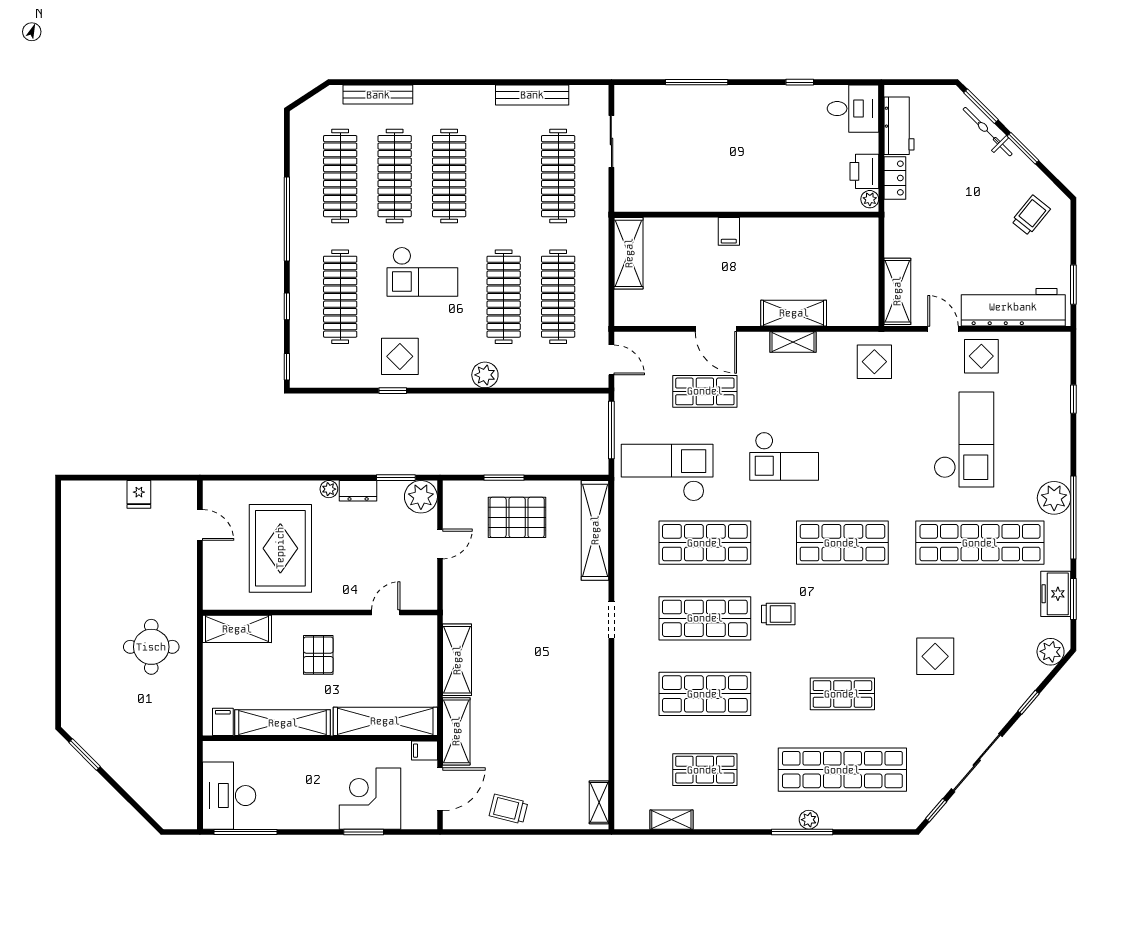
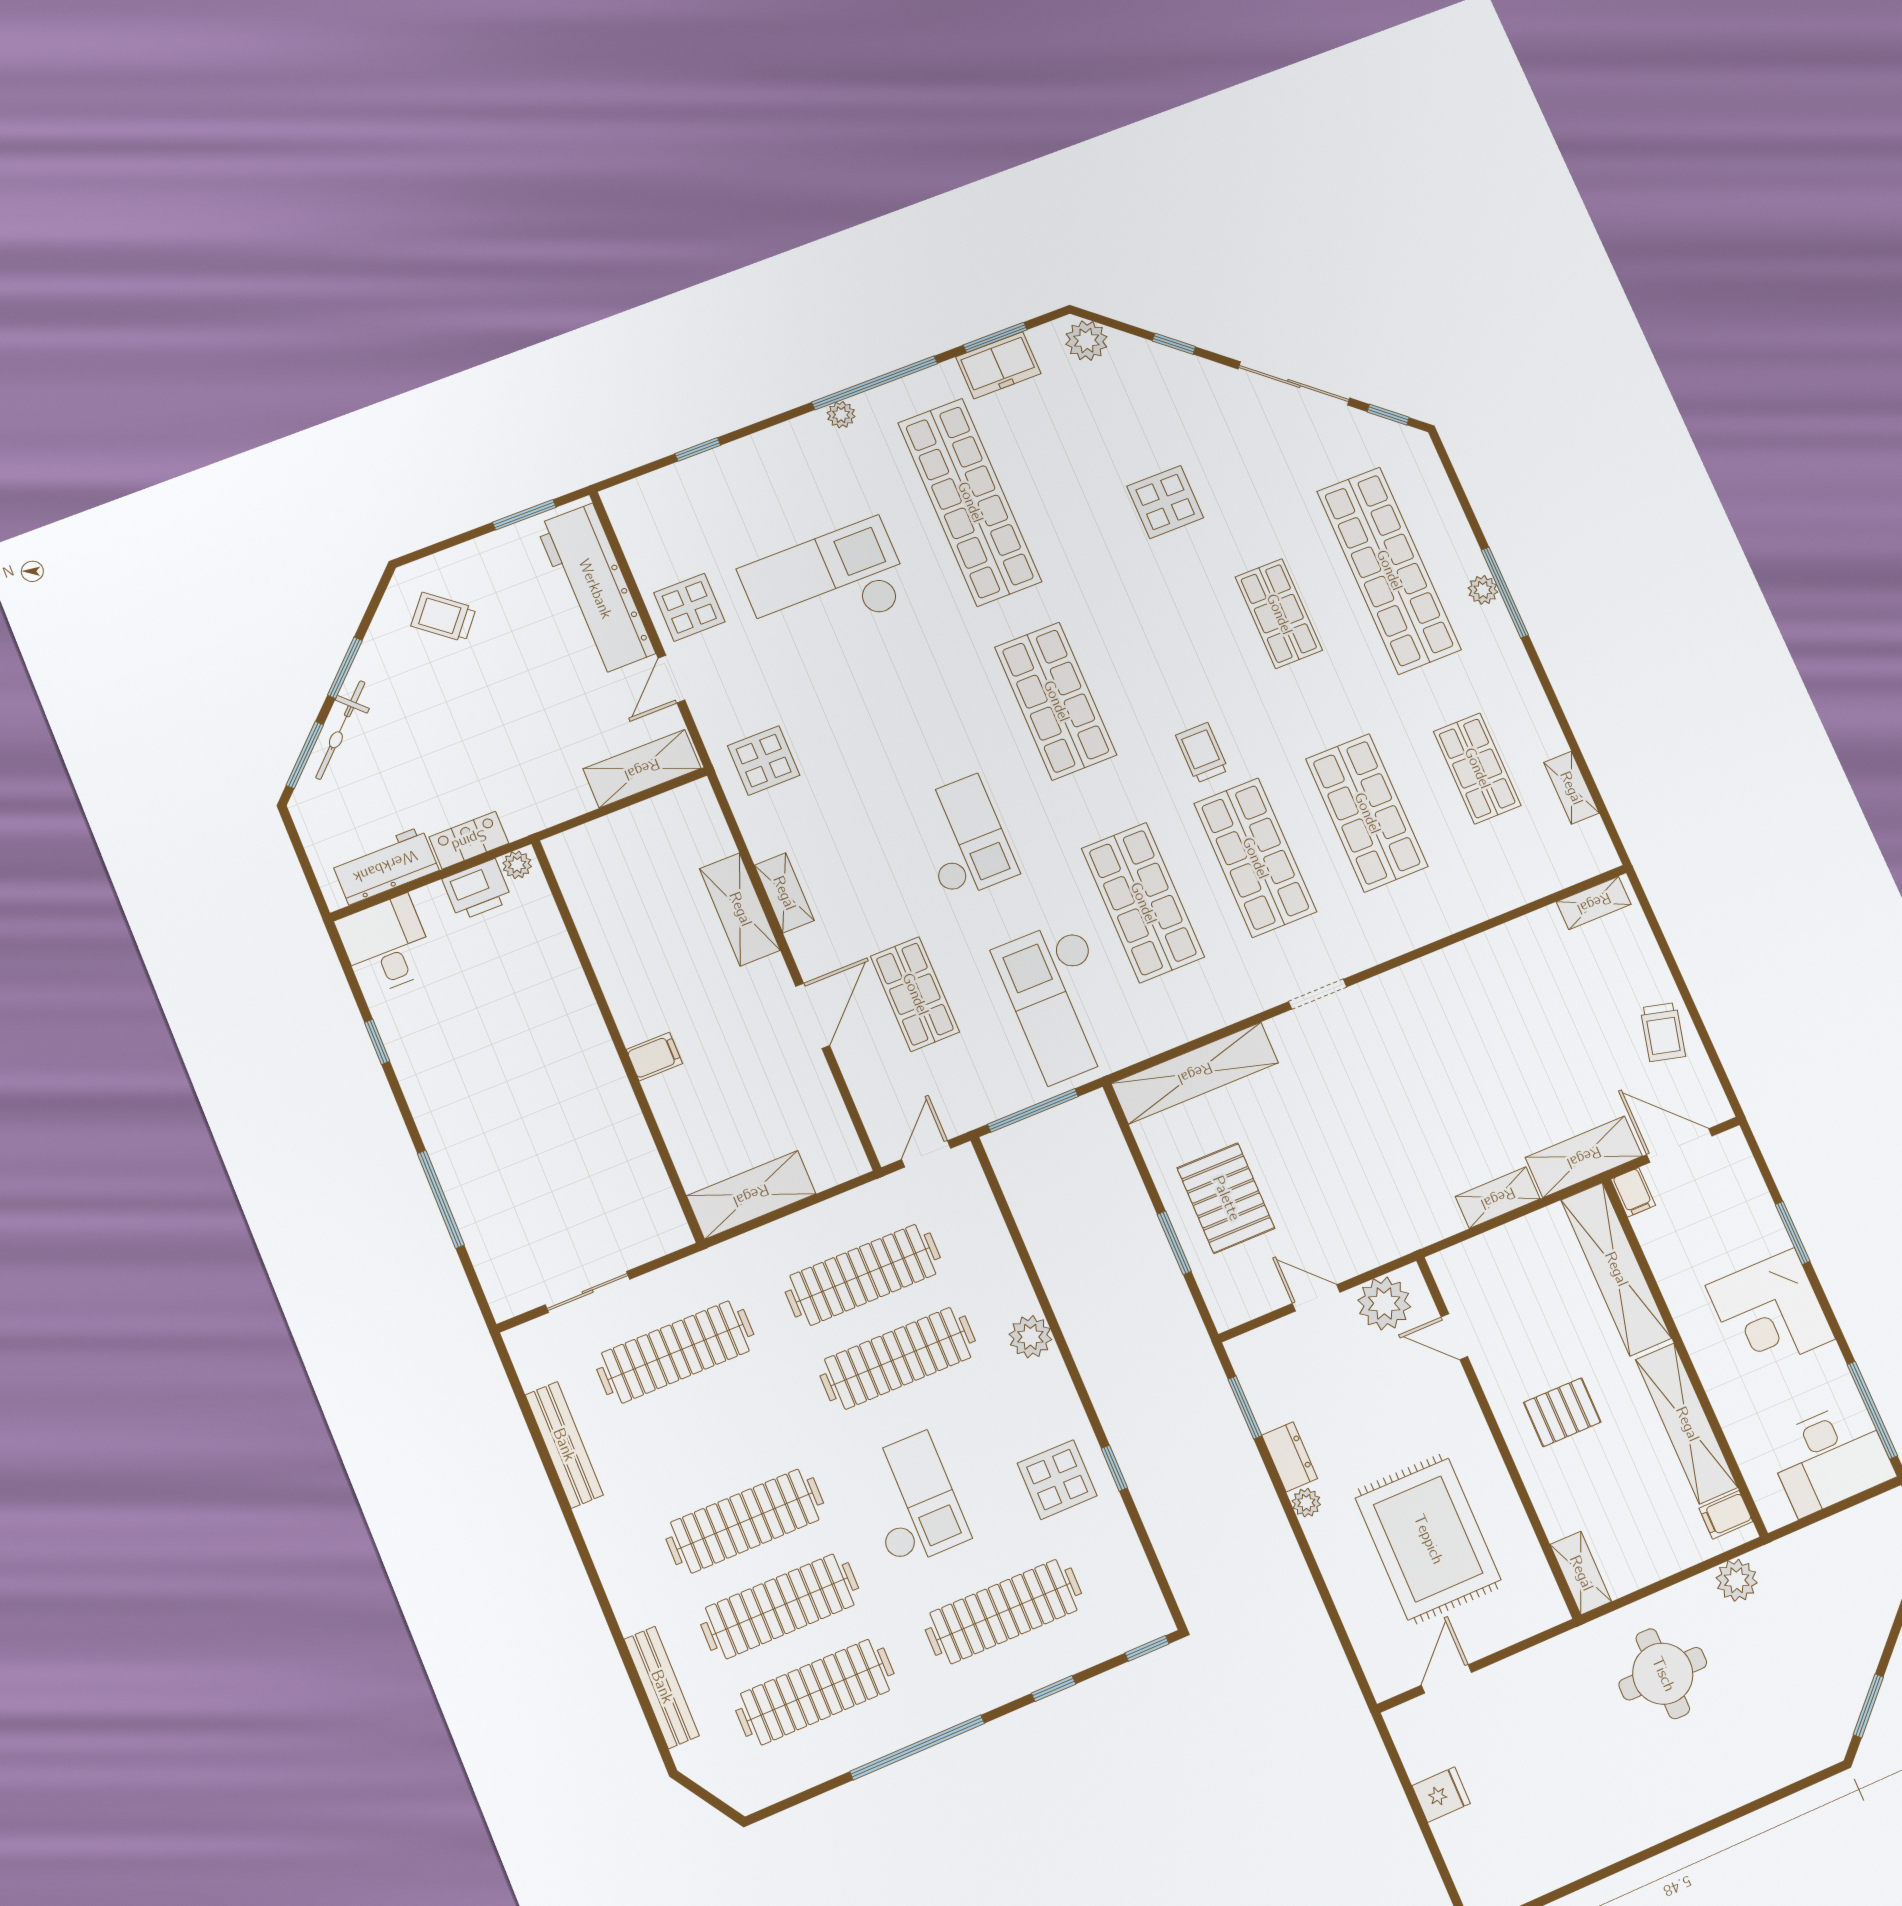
plant: (421, 497) -> (1384, 1303), moved
plant: (1054, 498) -> (841, 415), width x0.53, depth x0.53
rug: (280, 548) -> (1428, 1539), turned 90
shelving: (237, 629) -> (1581, 1573), width x0.67, depth x0.75
shelving: (457, 660) -> (1498, 1198), width x0.67, depth x0.75
plant: (184, 712) -> (1737, 1580), added
corner desk: (370, 799) -> (1770, 1312), moved

